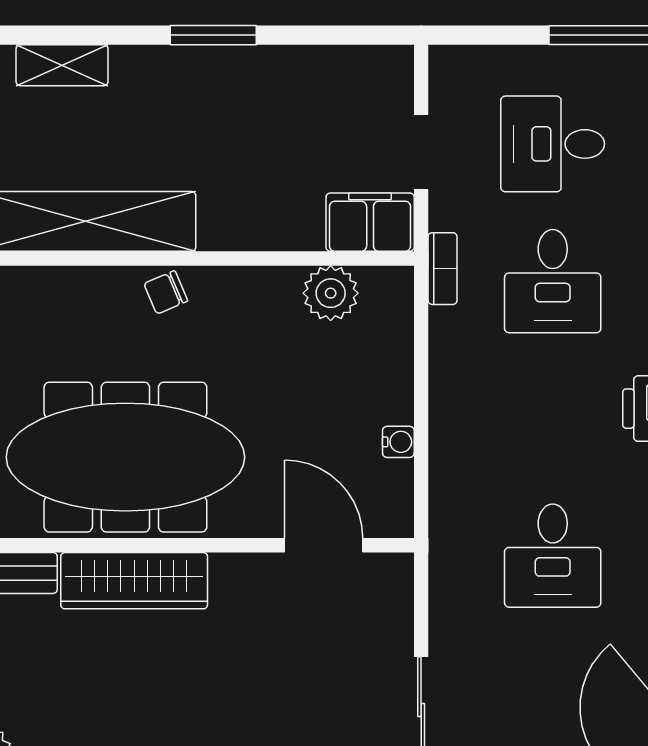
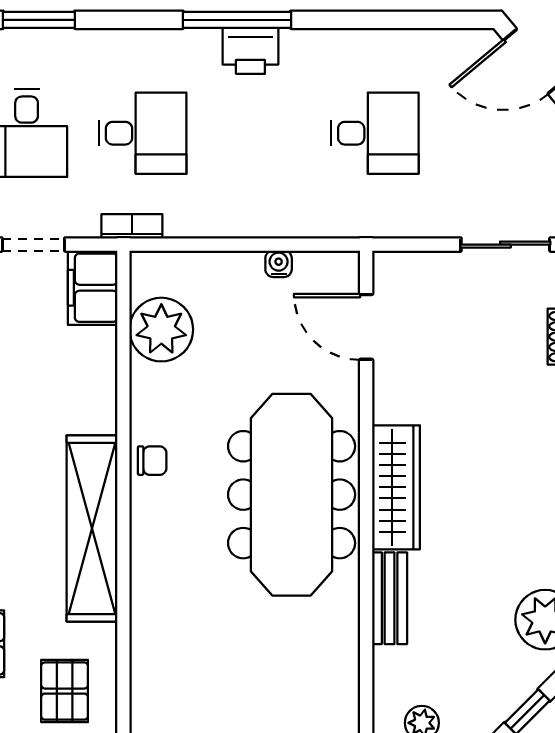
chair: (166, 292) -> (152, 461), turned -67
plant: (331, 293) -> (161, 330), width x1.36, depth x1.36
door: (324, 545) -> (366, 327), hinge flipped

